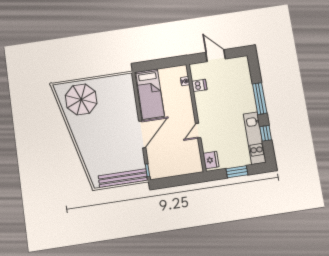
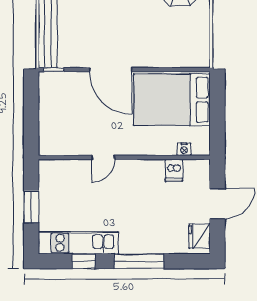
bed: (150, 94) -> (172, 100), width x1.50
door: (198, 131) -> (103, 157), swing flipped
fridge: (211, 160) -> (200, 236), moved, turned 90

